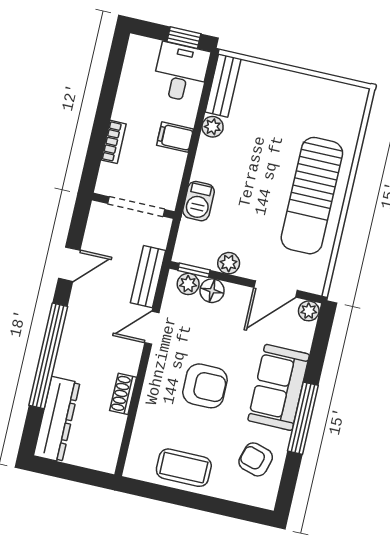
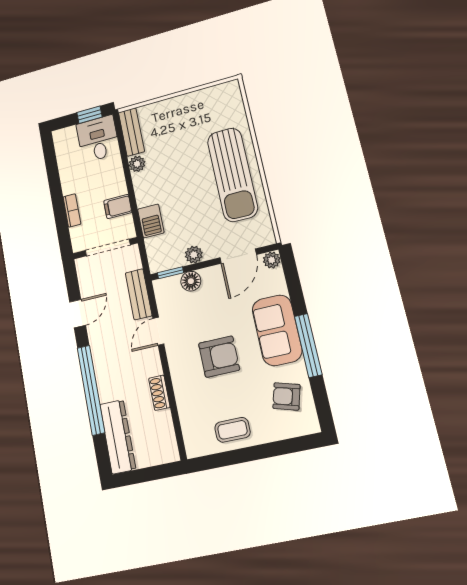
filing cabinet: (175, 137) -> (118, 207), moved
plant: (188, 284) -> (171, 285), removed
coffee table: (184, 468) -> (232, 430), width x0.73, depth x0.77

